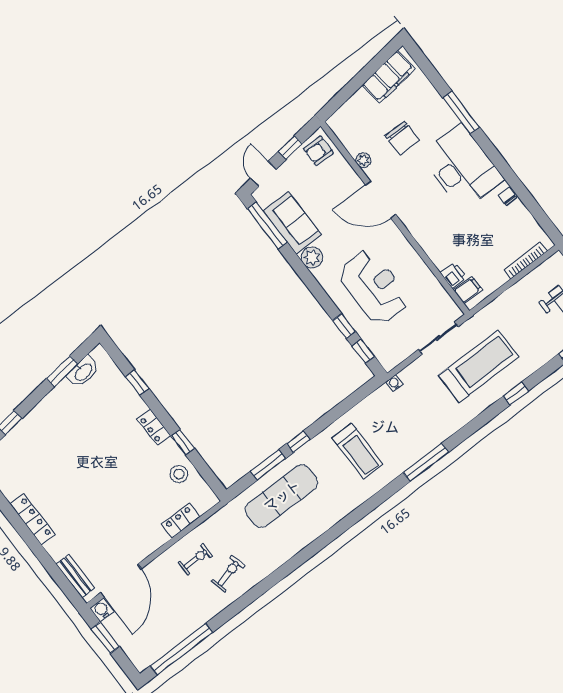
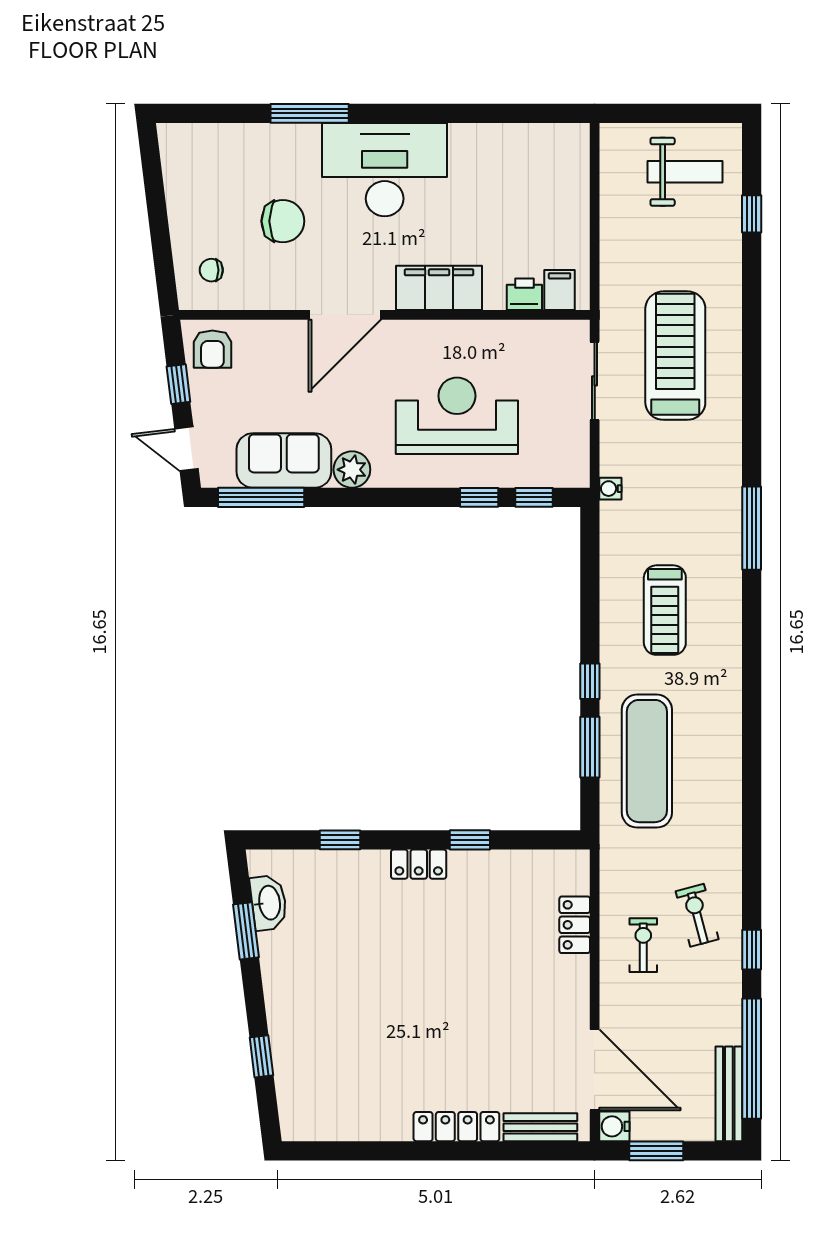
filing cabinet: (389, 77) -> (439, 288), moved, turned -83
plant: (363, 160) -> (272, 297), removed
chair: (508, 196) -> (211, 270), moved
bookcase: (526, 260) -> (580, 180), removed
window: (516, 394) -> (752, 950), moved
treadmill: (357, 451) -> (665, 610), turned 90
stool: (179, 474) -> (509, 879), removed
locker: (32, 519) -> (456, 1127), moved
bench: (157, 651) -> (729, 1094), added

